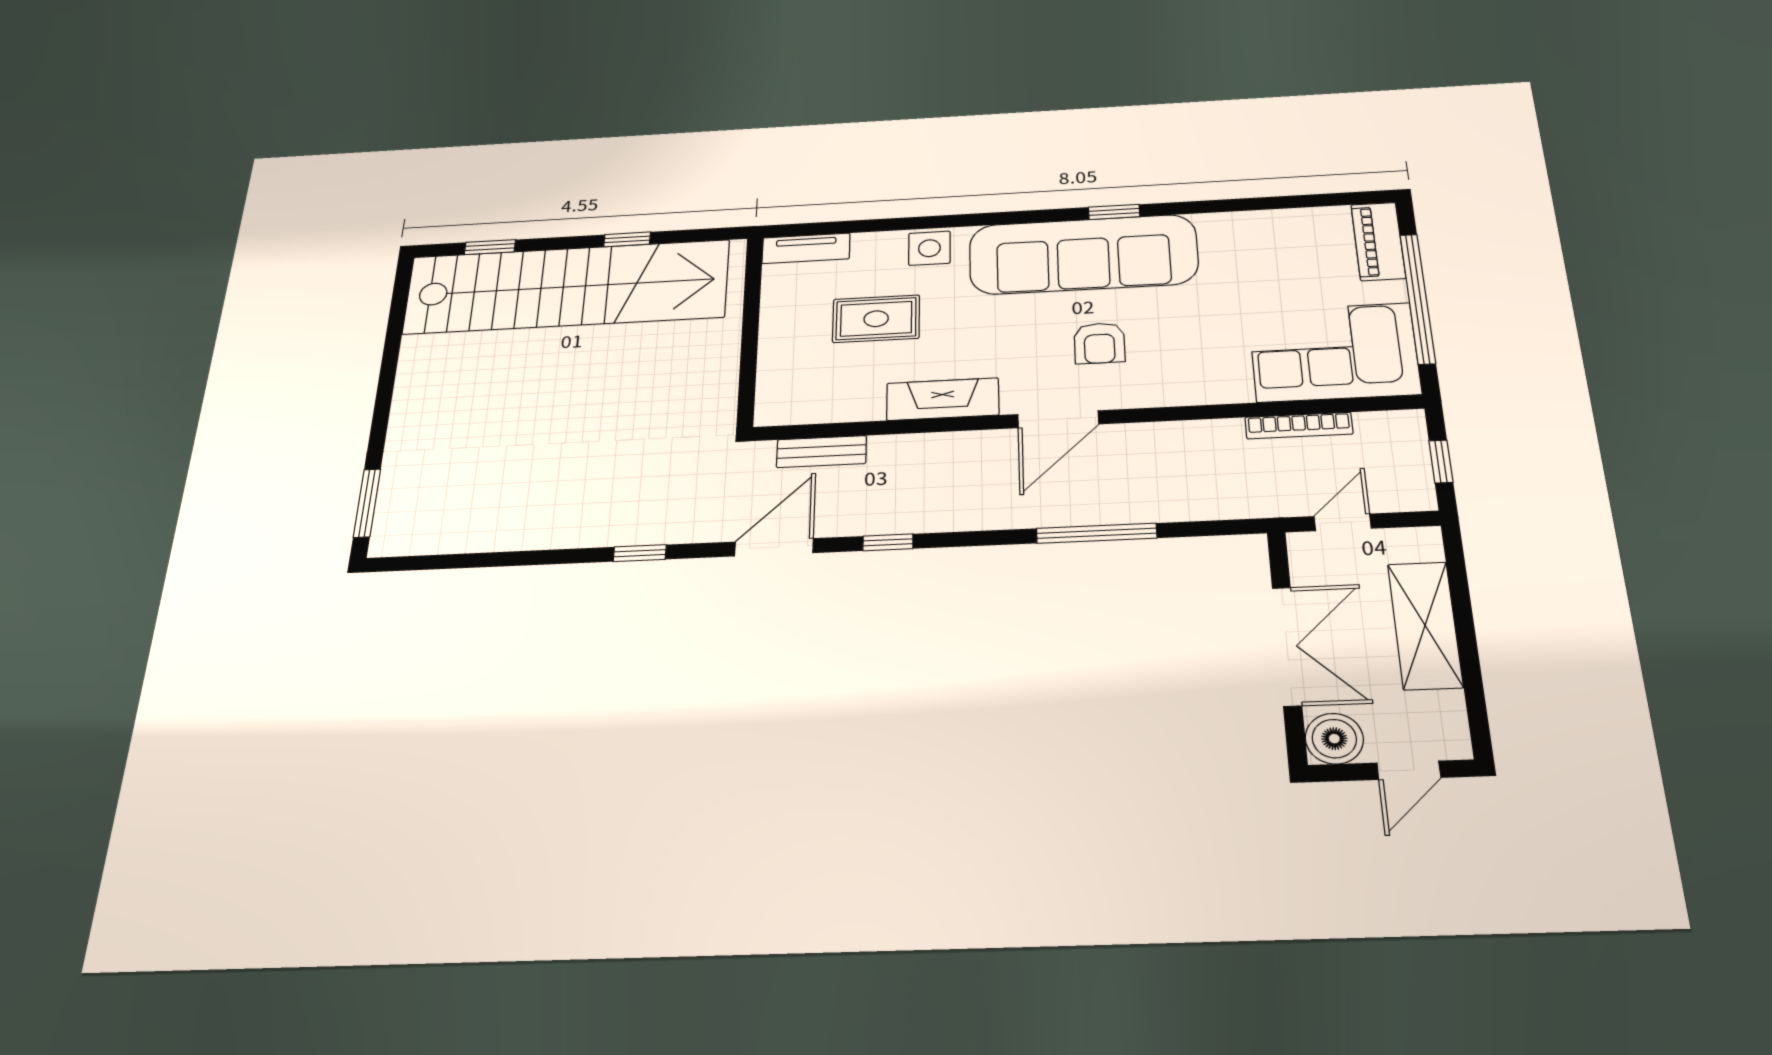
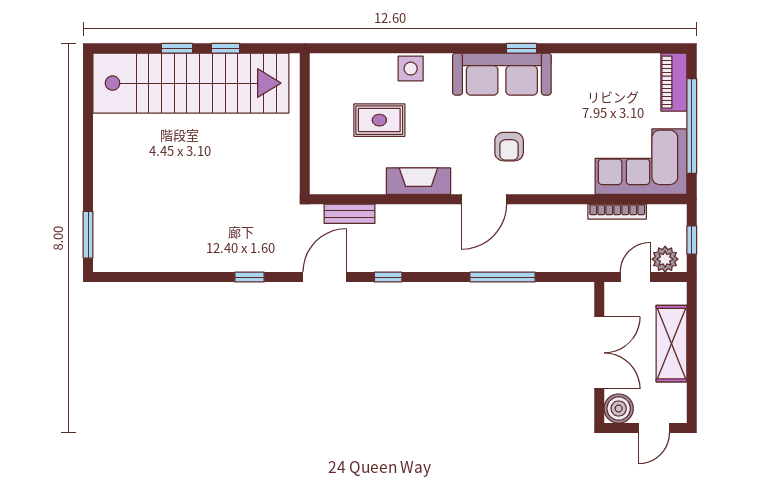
window: (490, 247) -> (177, 48), moved
tv unit: (806, 248) -> (336, 63), removed
sofa: (1083, 254) -> (502, 74), width x0.74, depth x0.79
plant: (1395, 492) -> (665, 259), added

